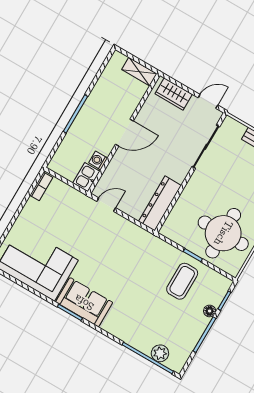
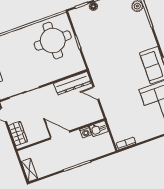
shelving: (139, 72) -> (29, 170), moved
door: (106, 205) -> (96, 93), moved
coffee table: (182, 281) -> (95, 34), removed

